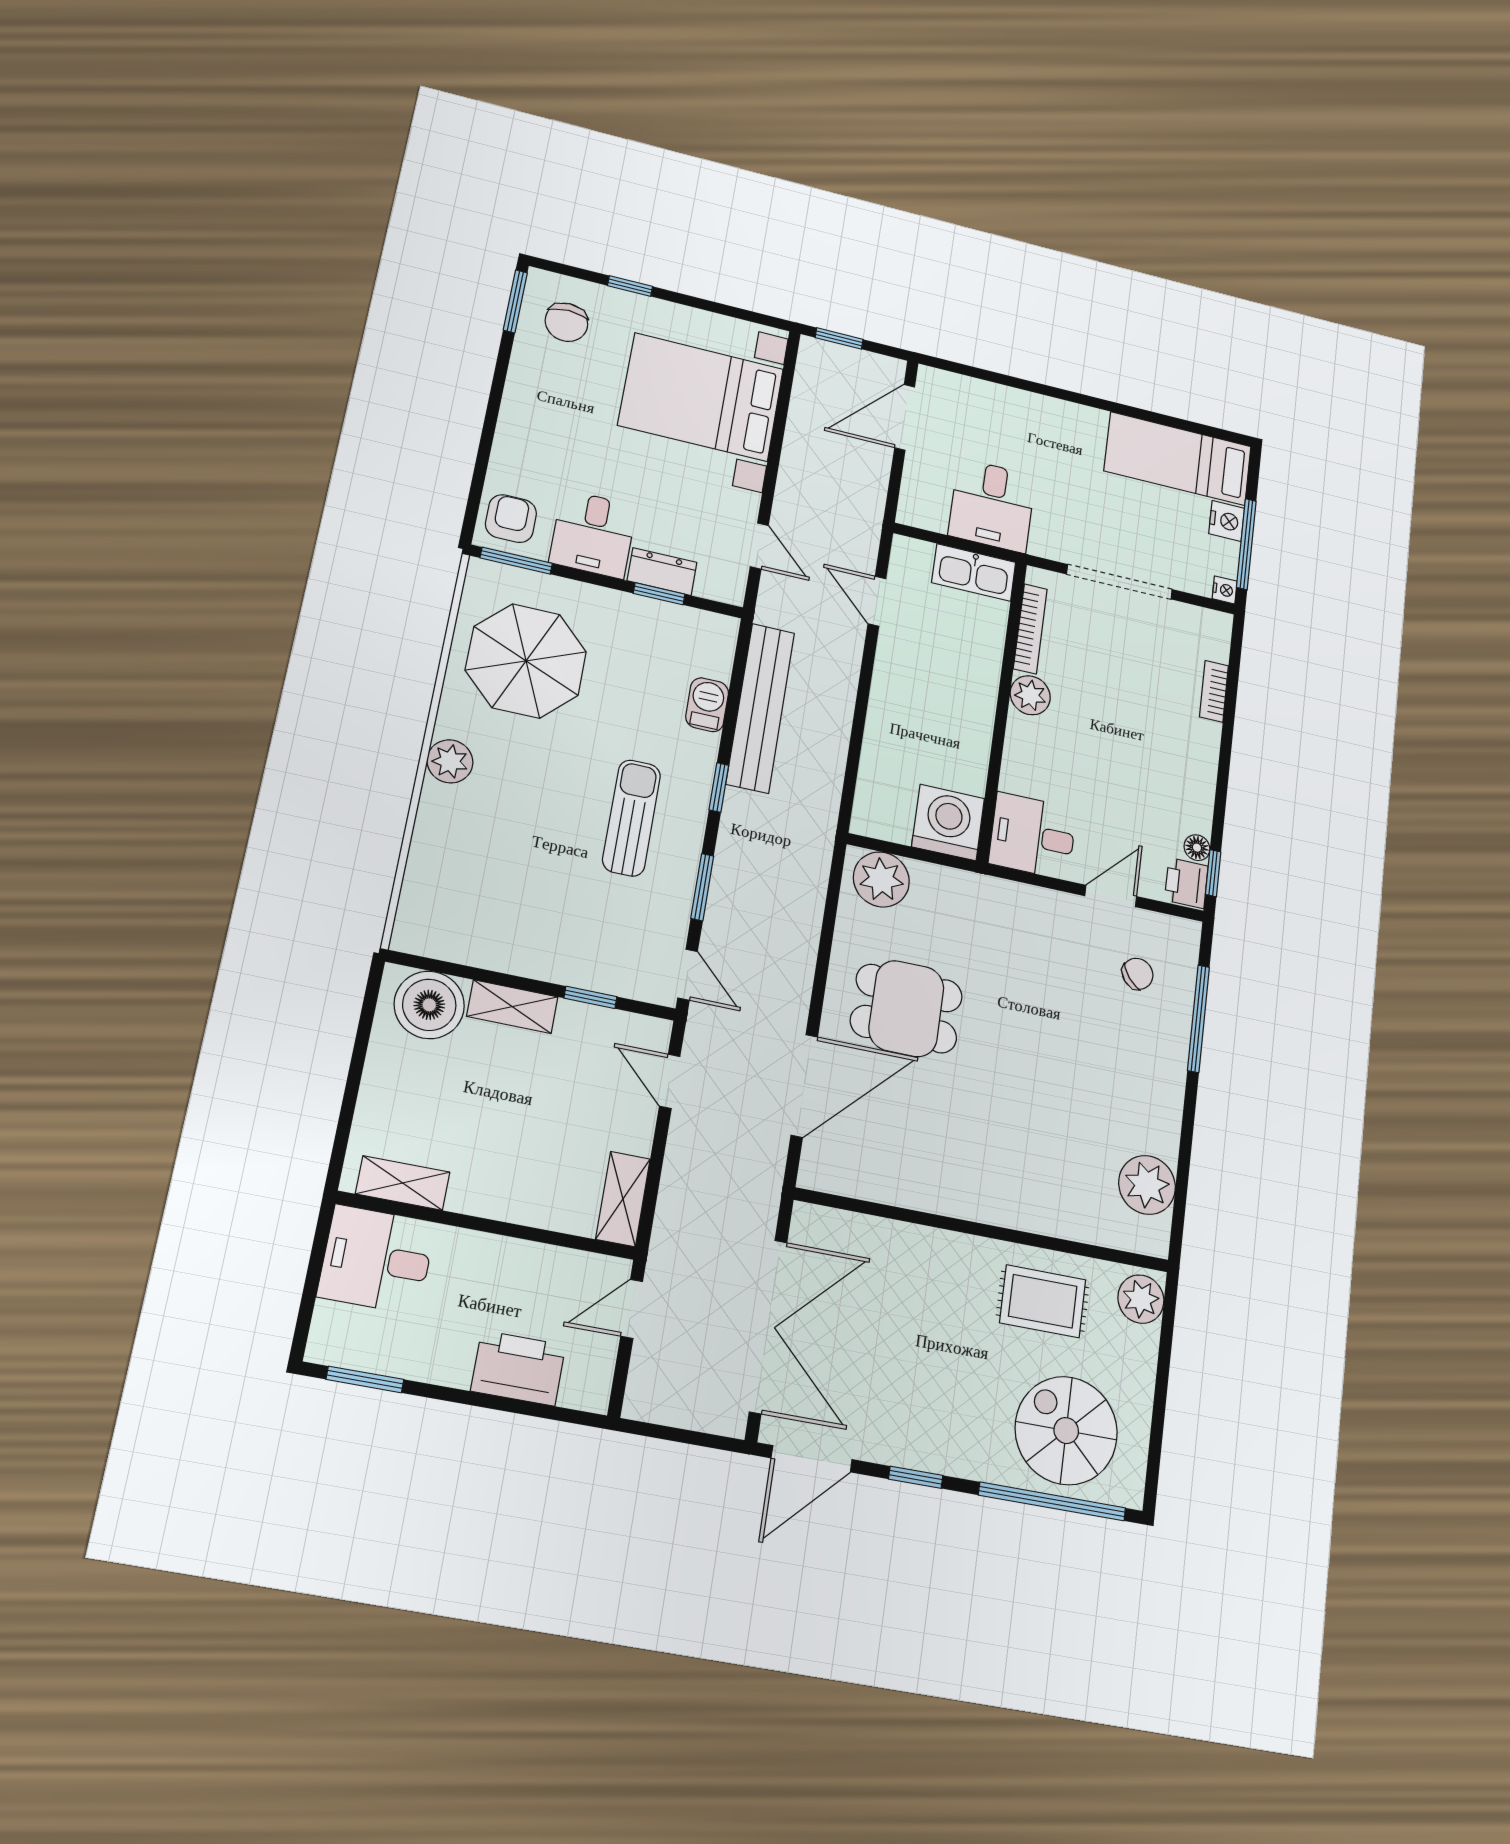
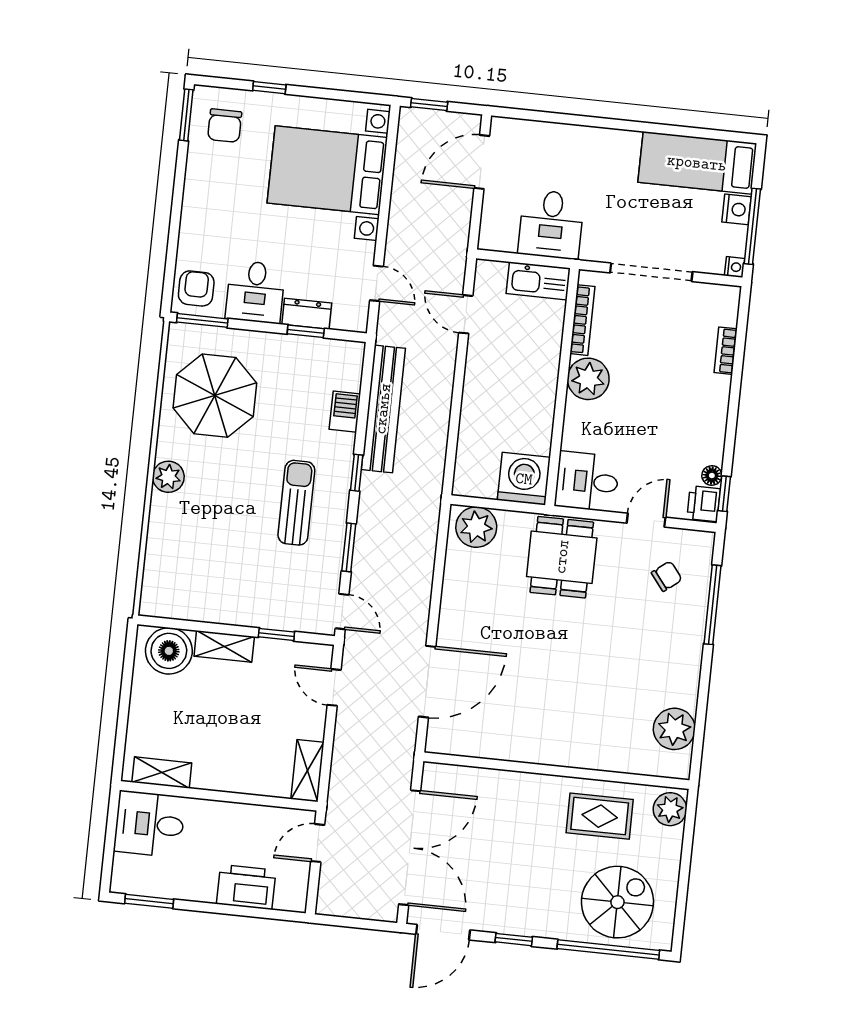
plant: (1030, 695) -> (588, 379), width x1.36, depth x1.36
dining table: (906, 1009) -> (562, 557), moved, turned 90
spiral stairs: (1066, 1431) -> (617, 902), turned 90

